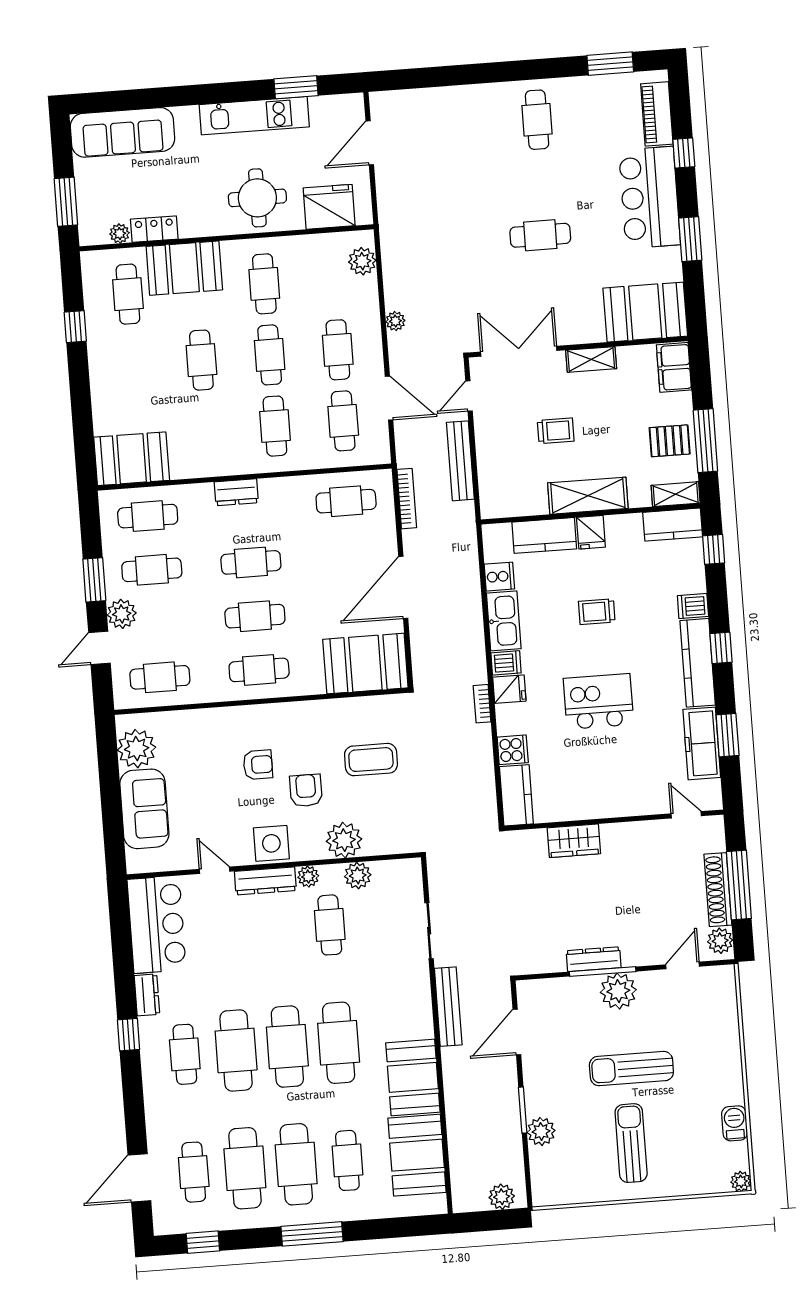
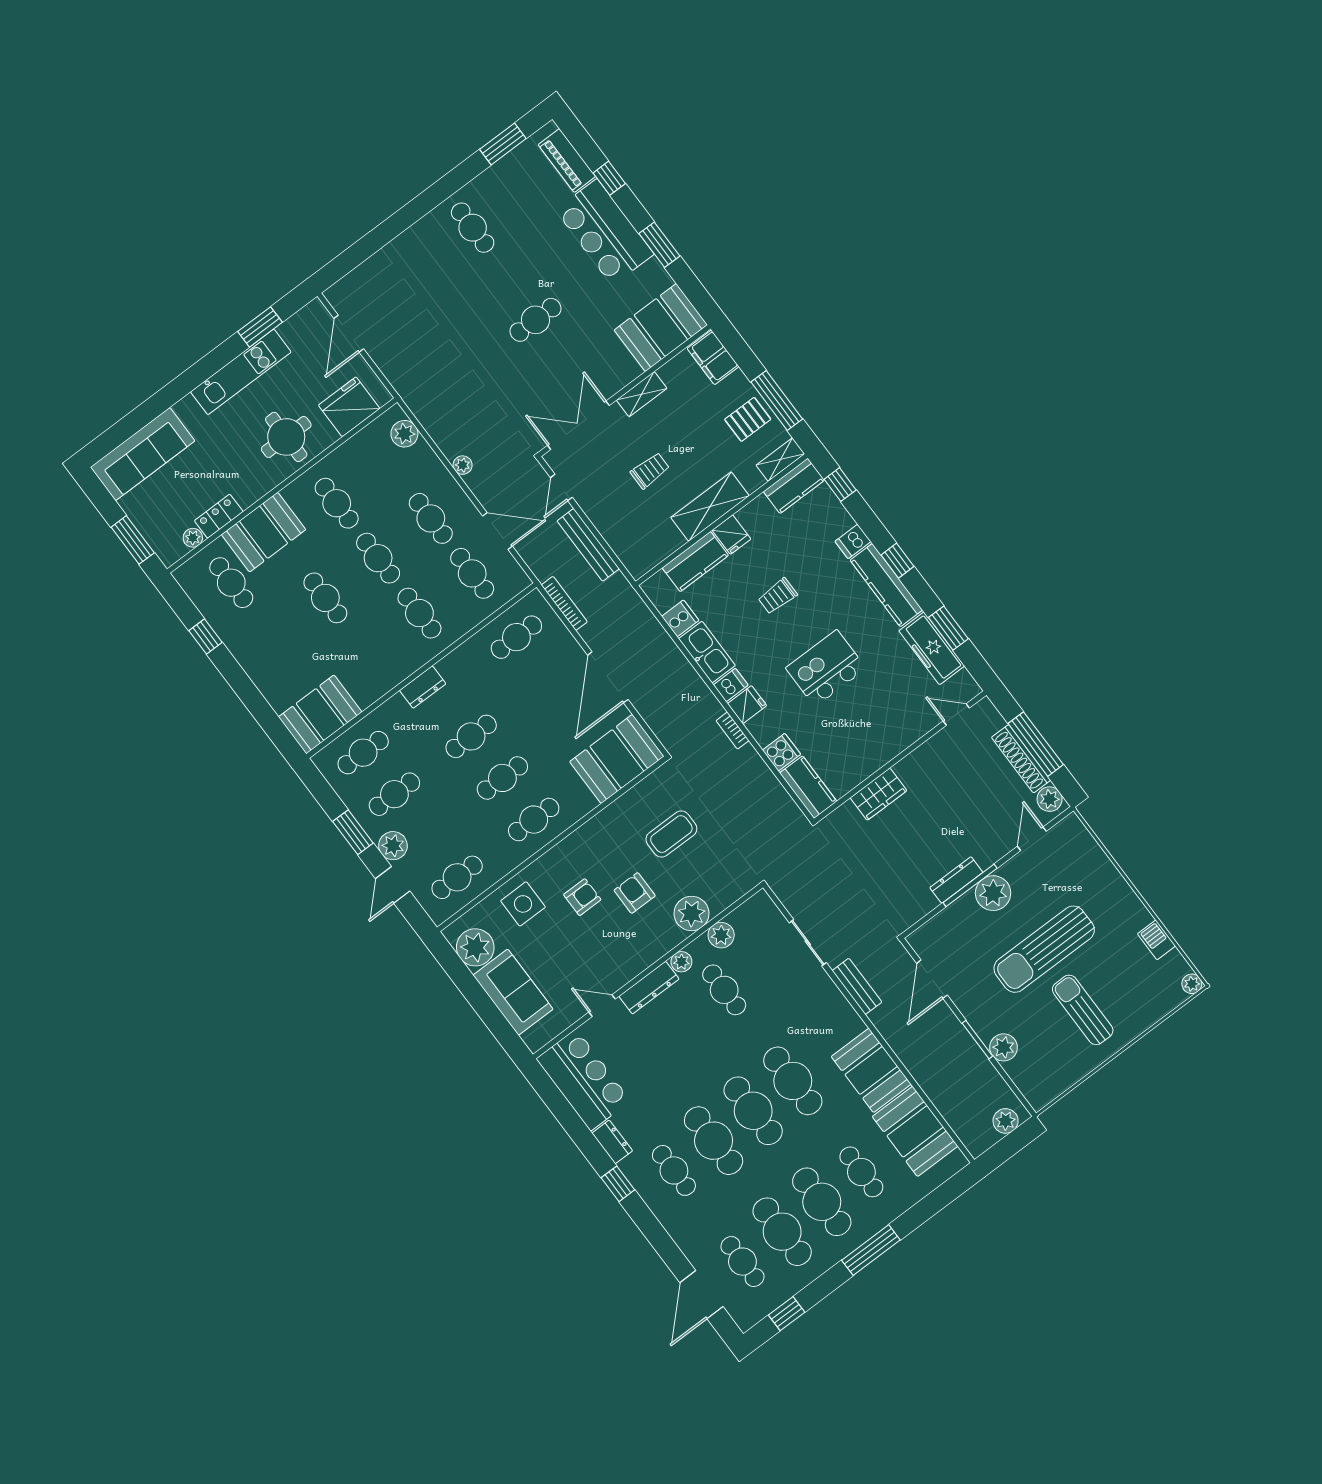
side table: (271, 843) -> (523, 904), moved
bench: (448, 1007) -> (857, 986), width x0.73
sun lounger: (631, 1069) -> (1044, 949), width x1.36, depth x1.34

